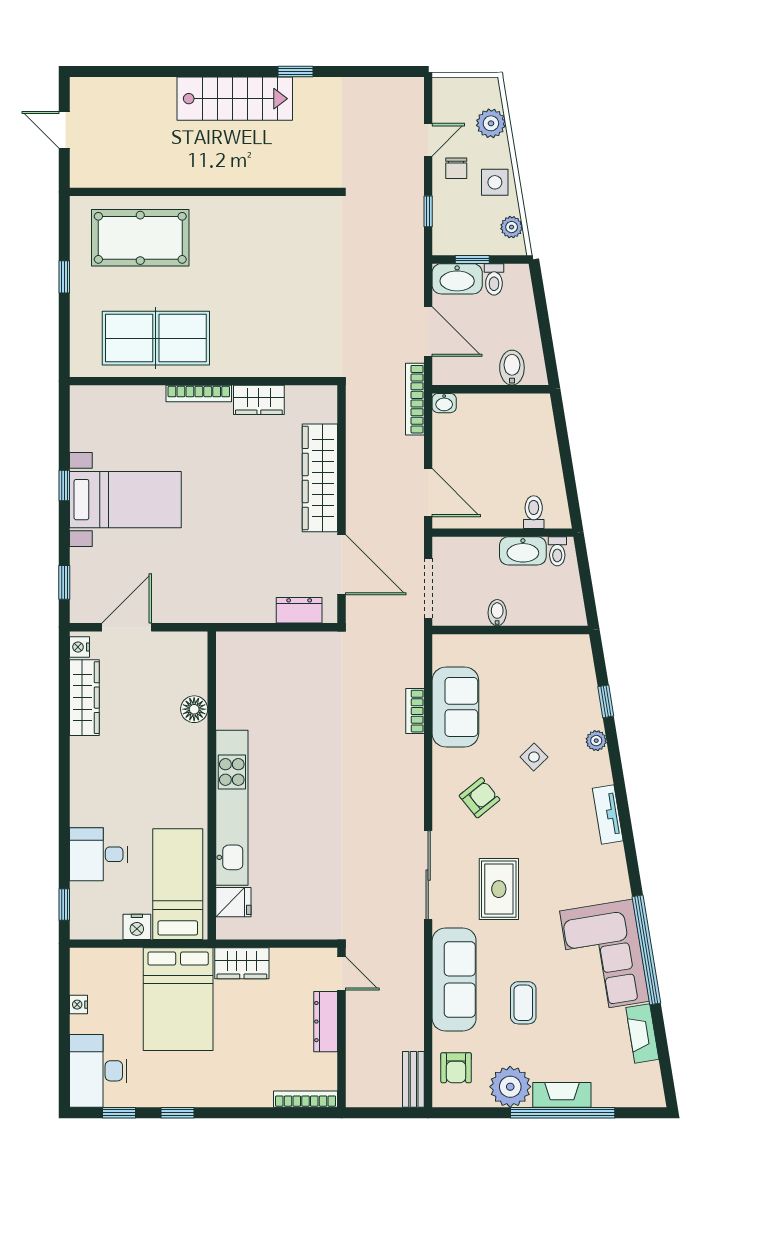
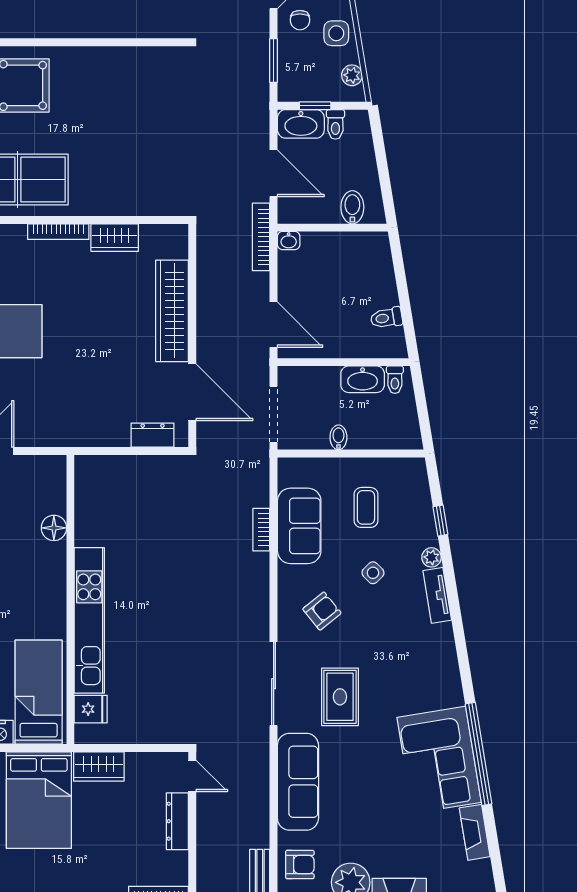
window: (428, 211) -> (274, 61), width x1.50
toilet: (534, 512) -> (386, 318), moved, turned -99
tv unit: (608, 814) -> (437, 595), moved
coffee table: (523, 1003) -> (366, 507), moved
armchair: (456, 1068) -> (300, 865), turned -90

